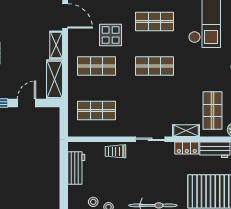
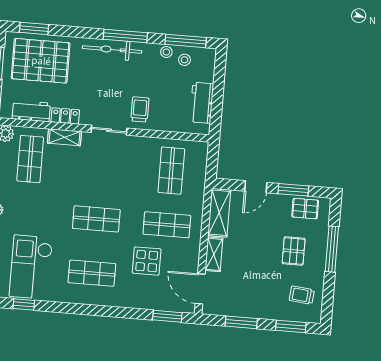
shop shelf: (97, 110) -> (171, 171), turned 90
trolley: (116, 151) -> (140, 109), moved, turned -90

